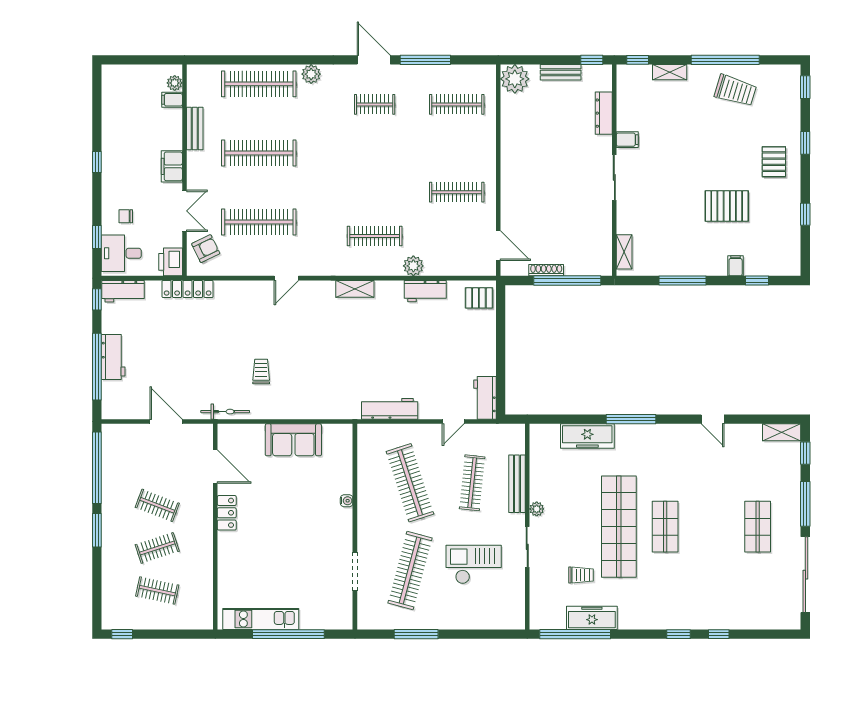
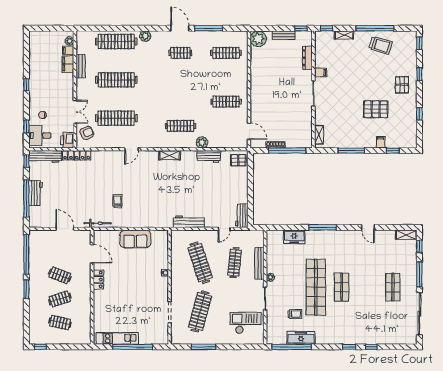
filing cabinet: (172, 166) -> (68, 64), moved
workbench: (123, 291) -> (45, 157), width x1.38
freezer: (587, 436) -> (294, 237), width x0.71
checkout: (474, 564) -> (245, 323), moved

